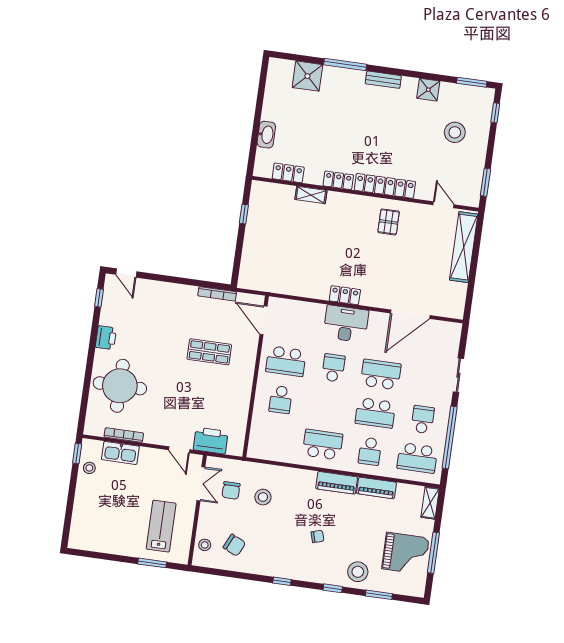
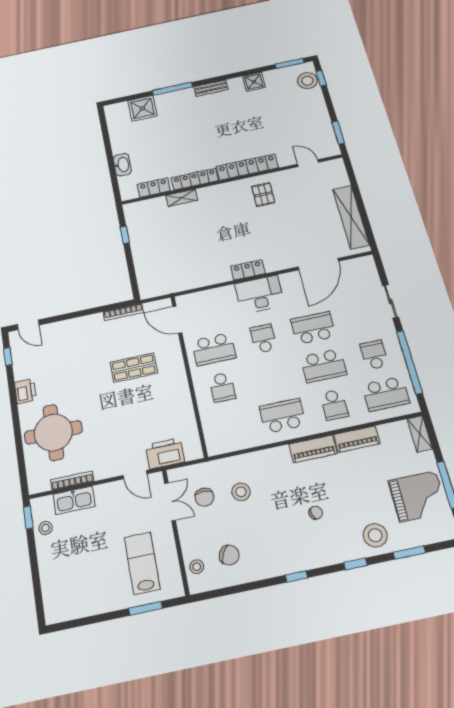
stool: (455, 132) -> (307, 81), moved
locker: (338, 180) -> (195, 179), width x1.53
shelving: (464, 247) -> (351, 217), moved

